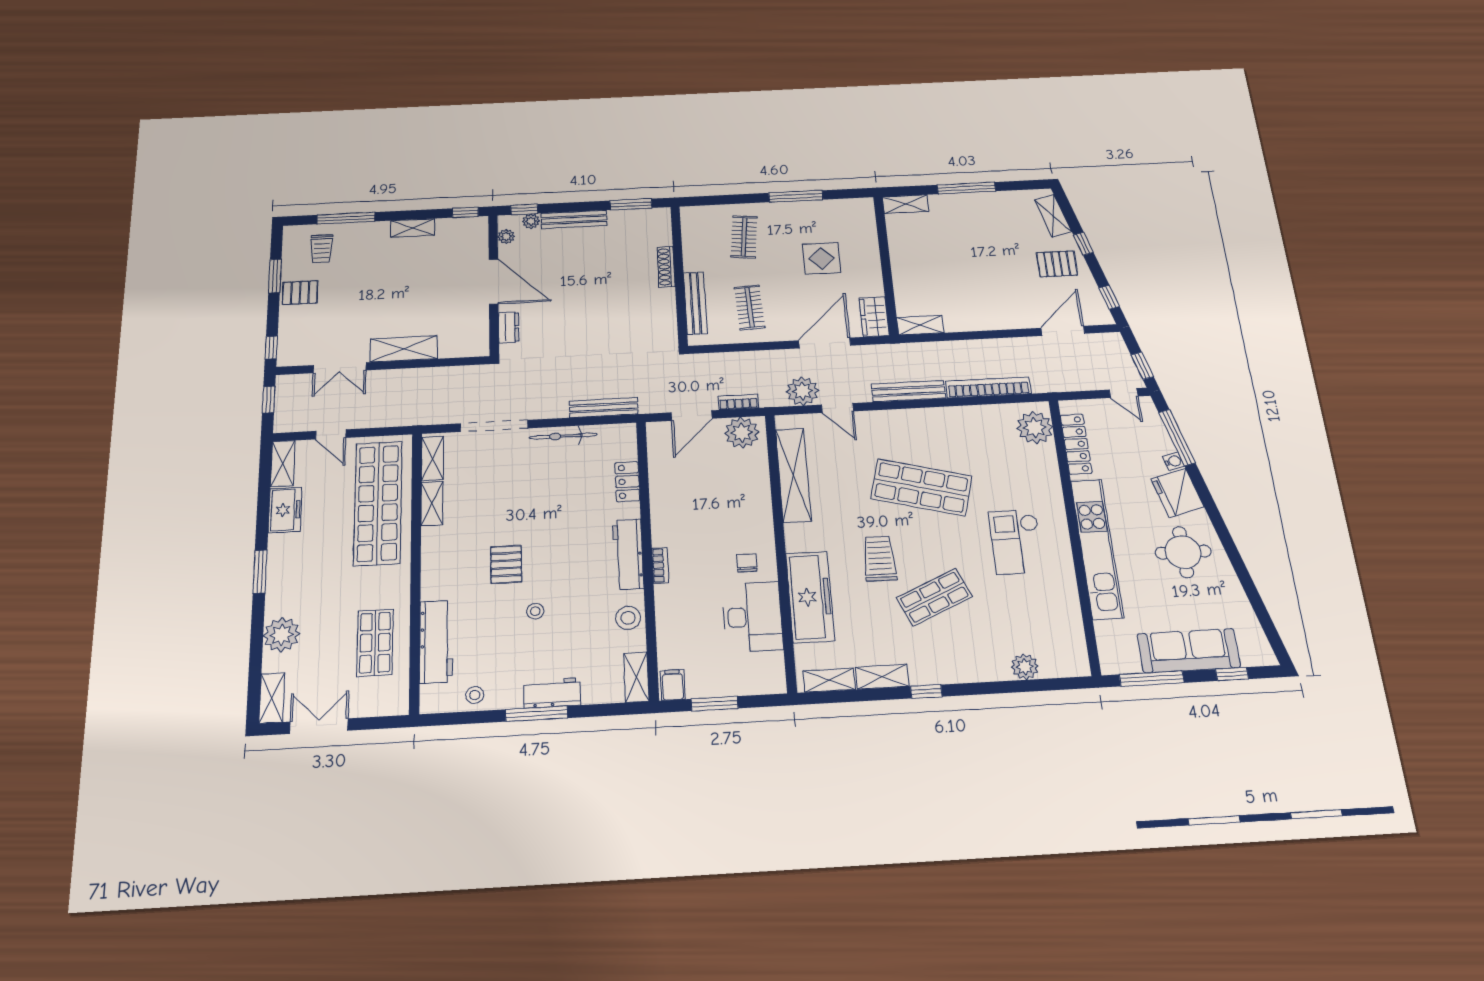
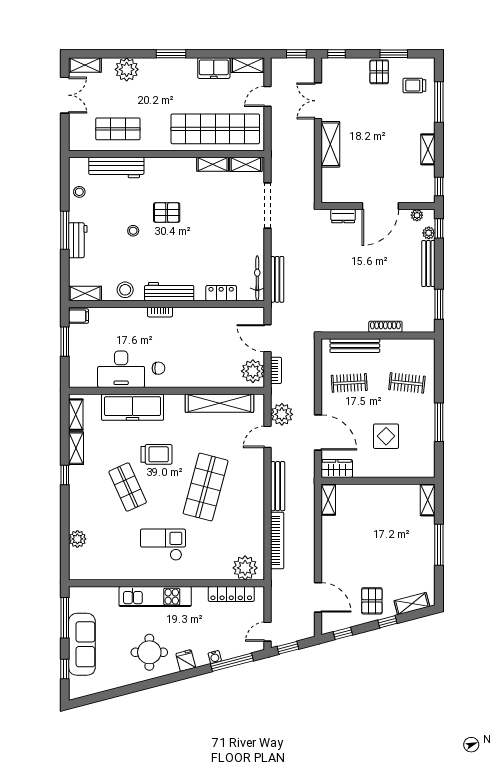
bicycle: (563, 436) -> (257, 278), moved
fridge: (1177, 493) -> (186, 661), width x0.53, depth x0.75
kitchen unit: (1097, 548) -> (155, 597), width x0.73

